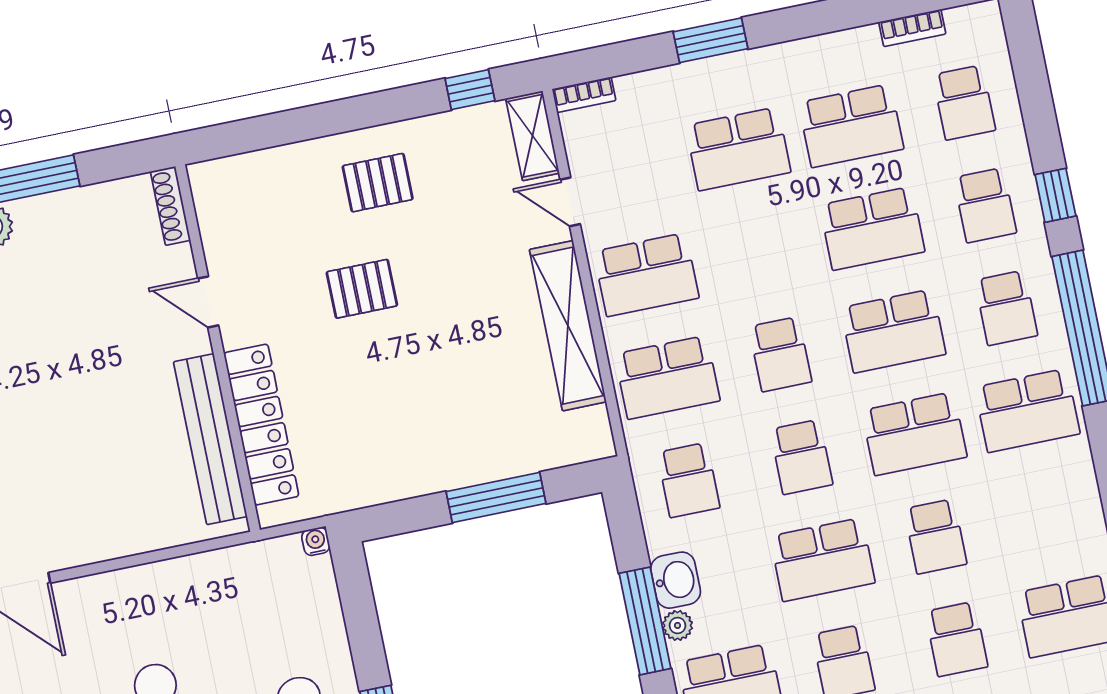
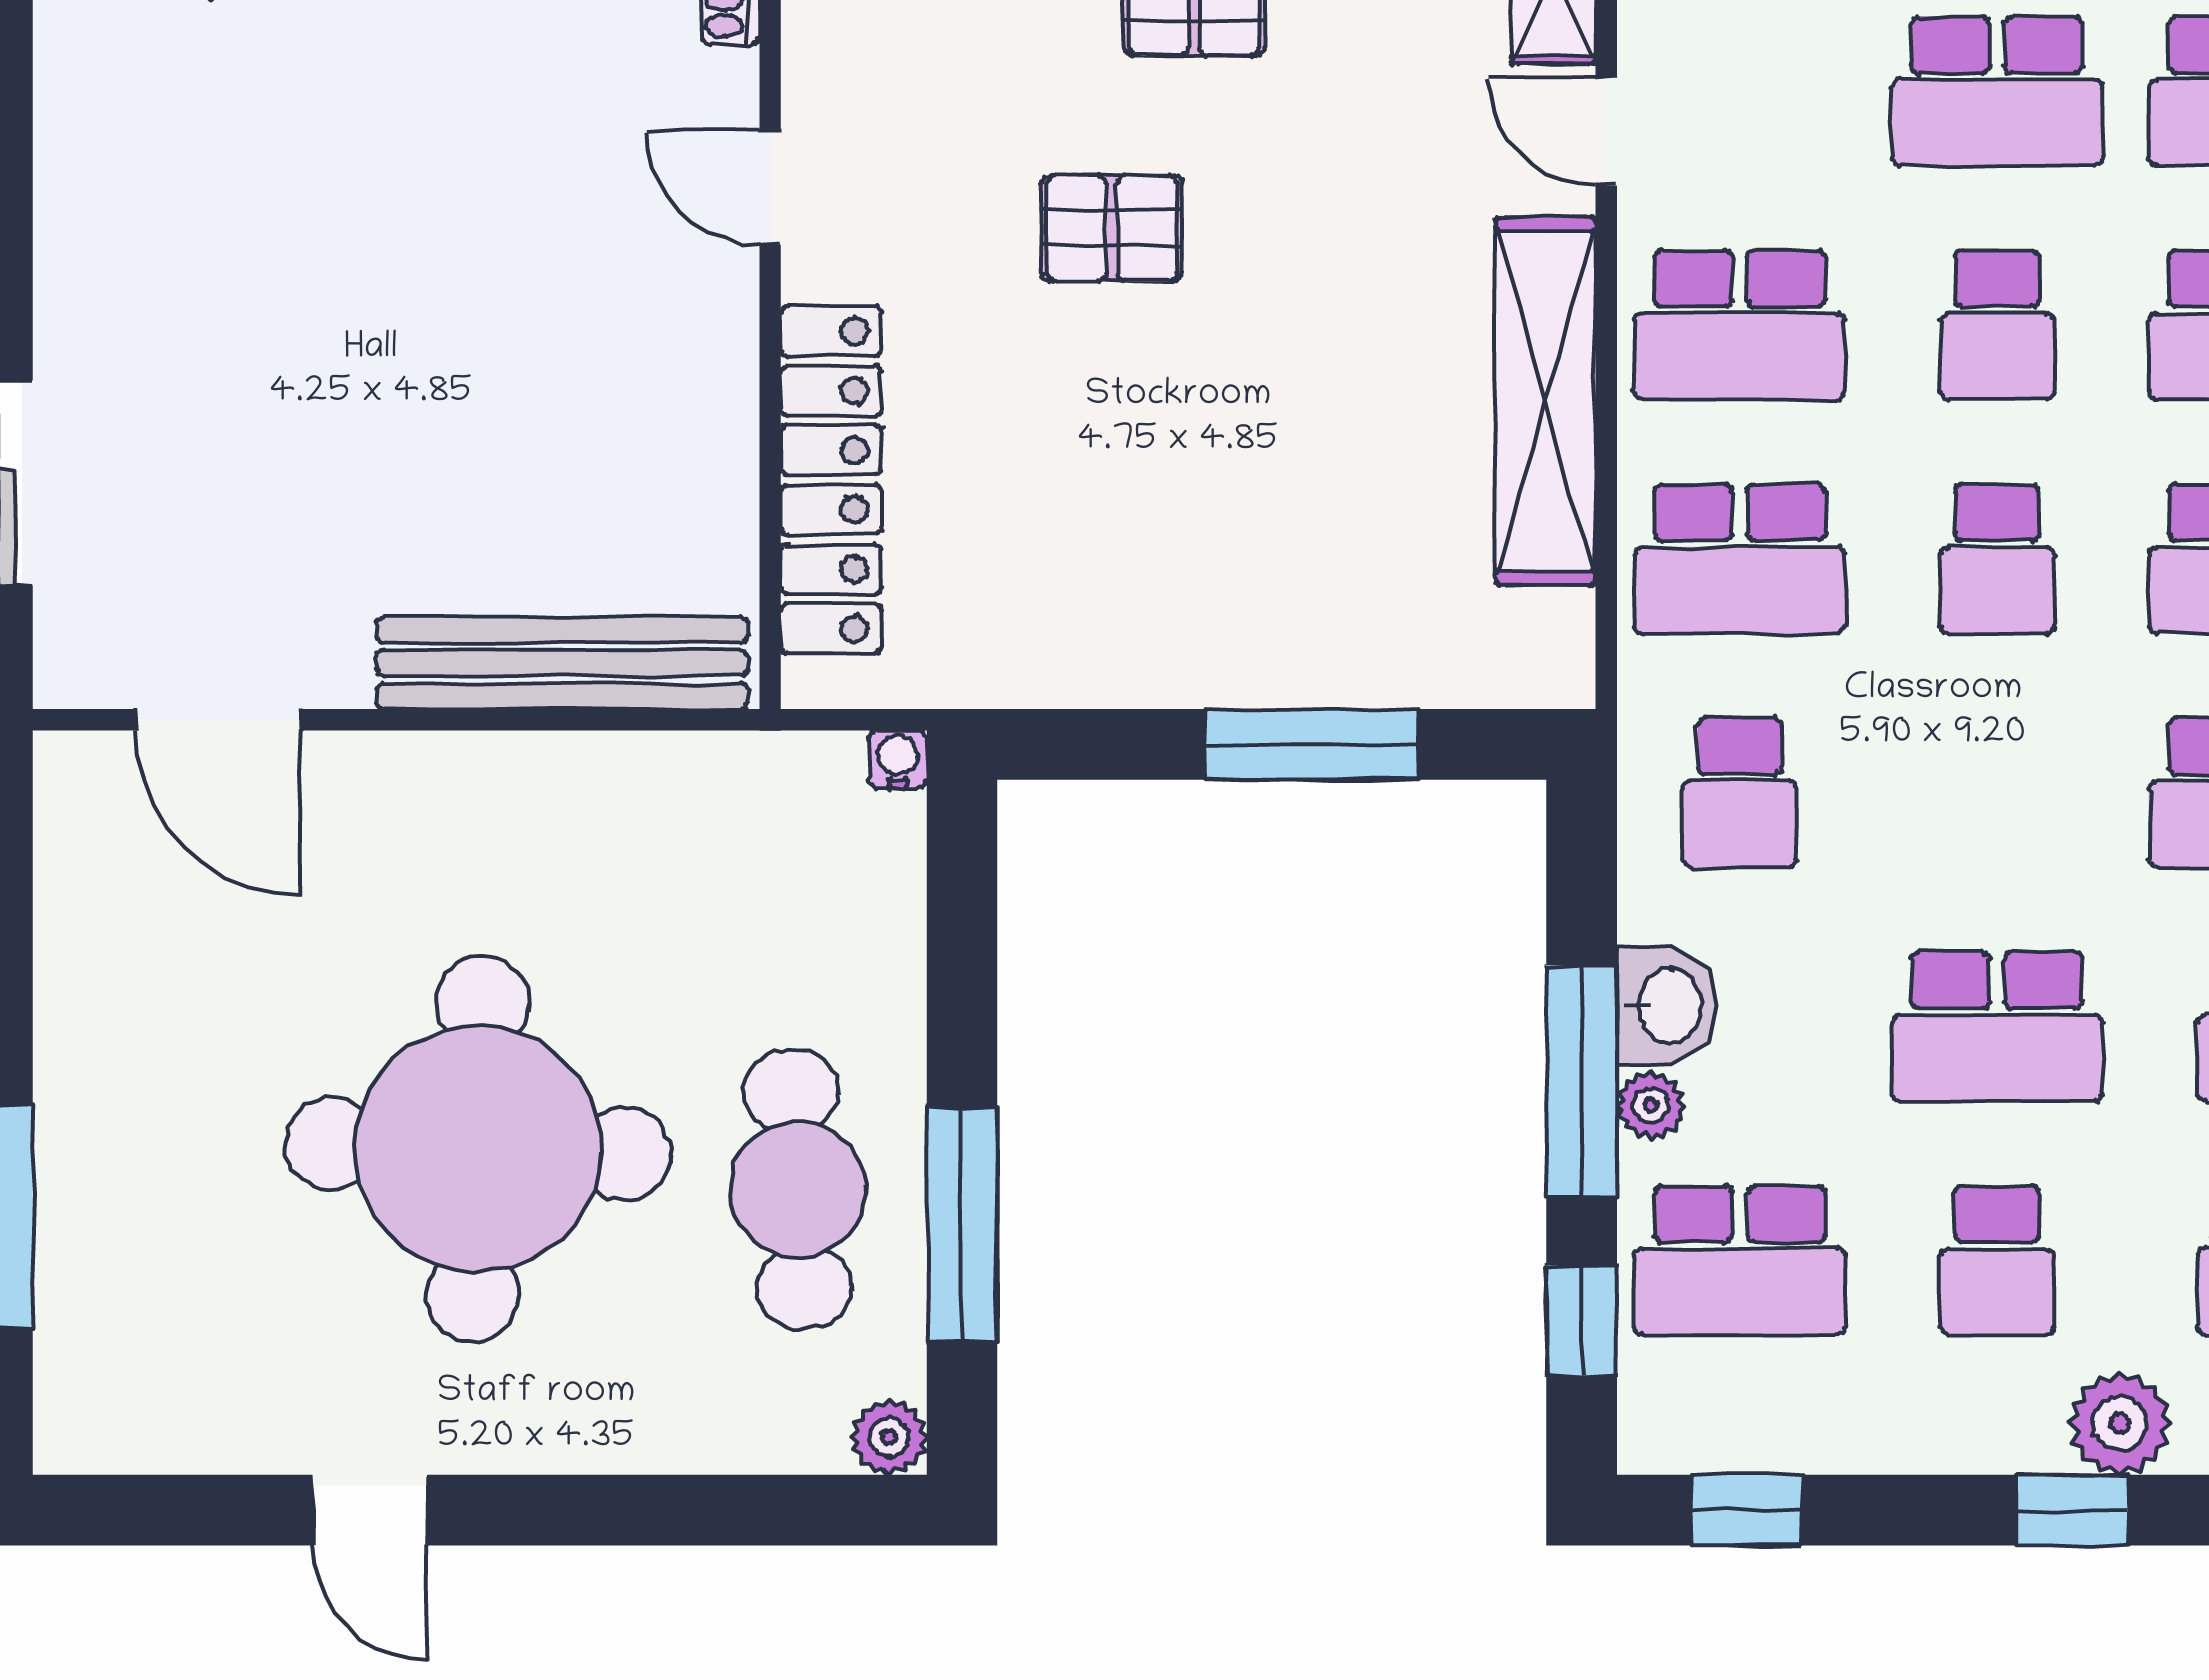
bench: (210, 439) -> (562, 663), moved, turned 90
school desk: (801, 457) -> (1997, 325), moved

